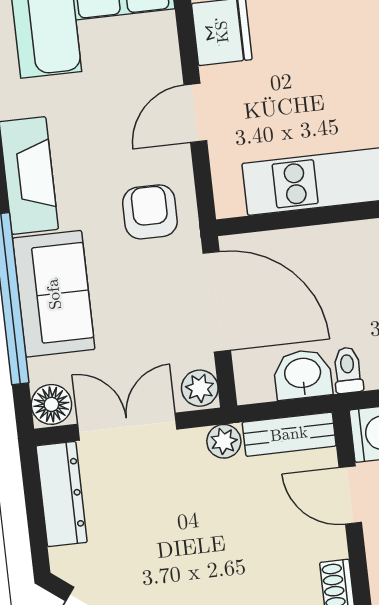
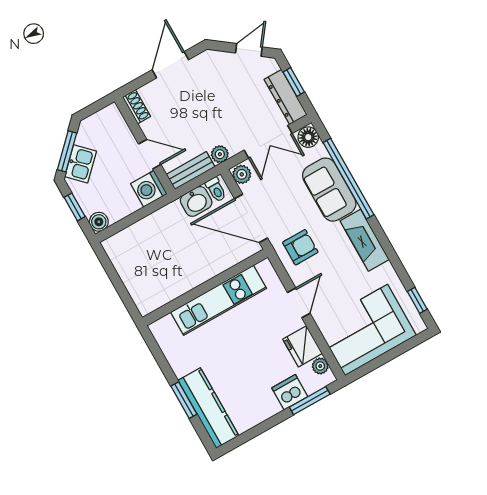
armchair: (150, 212) -> (300, 247), turned -90
toilet: (348, 370) -> (216, 190), moved
window: (35, 515) -> (294, 82), added

